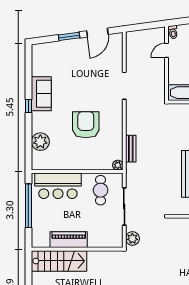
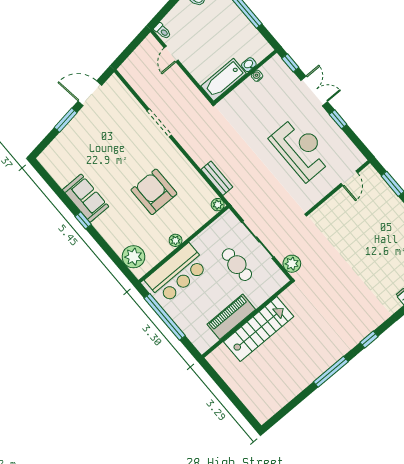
door: (97, 33) -> (90, 93), swing flipped
plant: (40, 142) -> (133, 257), moved
plant: (74, 165) -> (176, 240), added
cafe table: (101, 190) -> (237, 265), moved
stairs: (59, 261) -> (259, 329), moved

